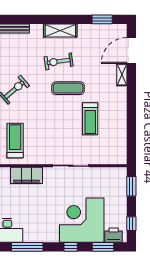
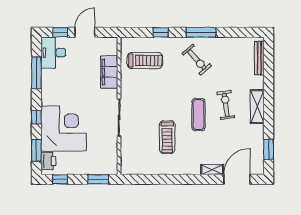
door: (131, 50) -> (237, 179), hinge flipped
treadmill: (90, 119) -> (167, 137), turned -90

